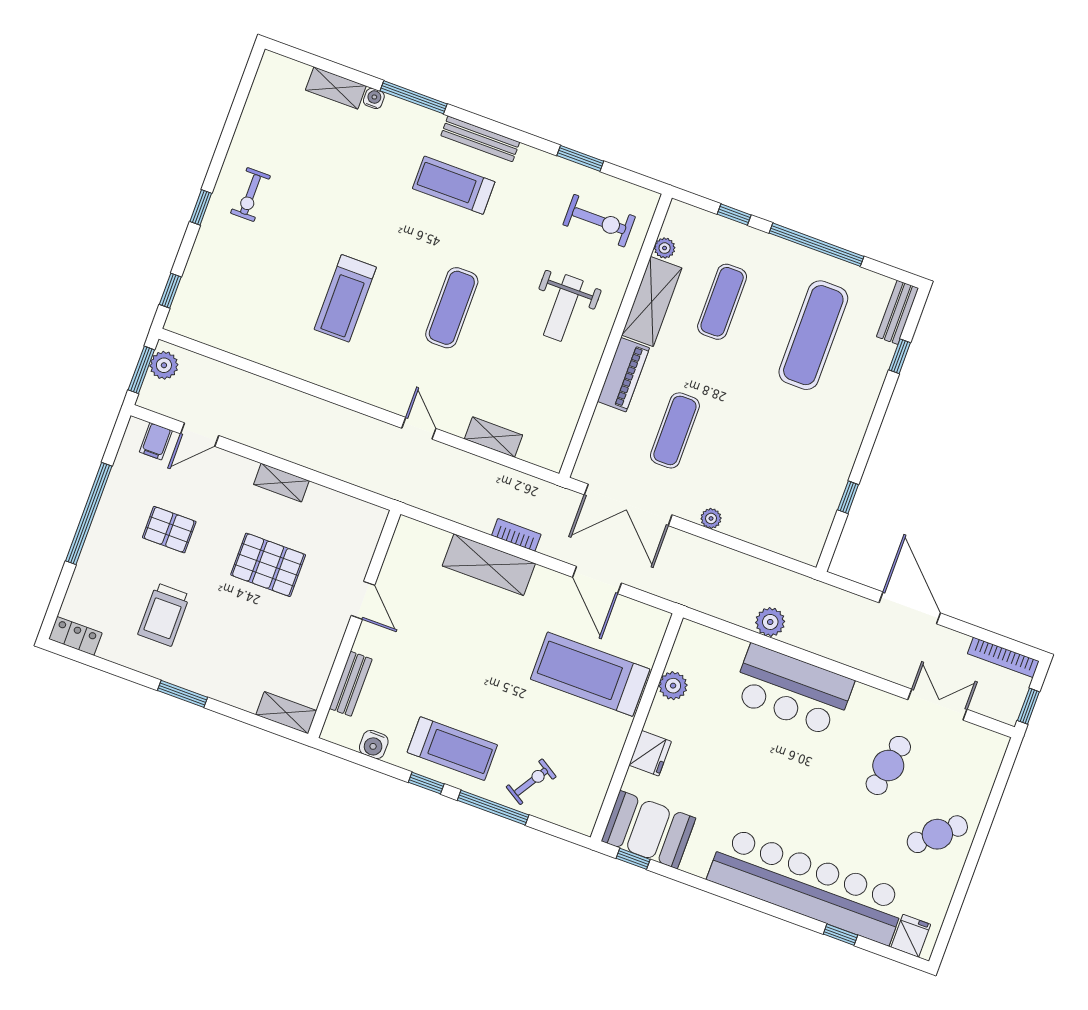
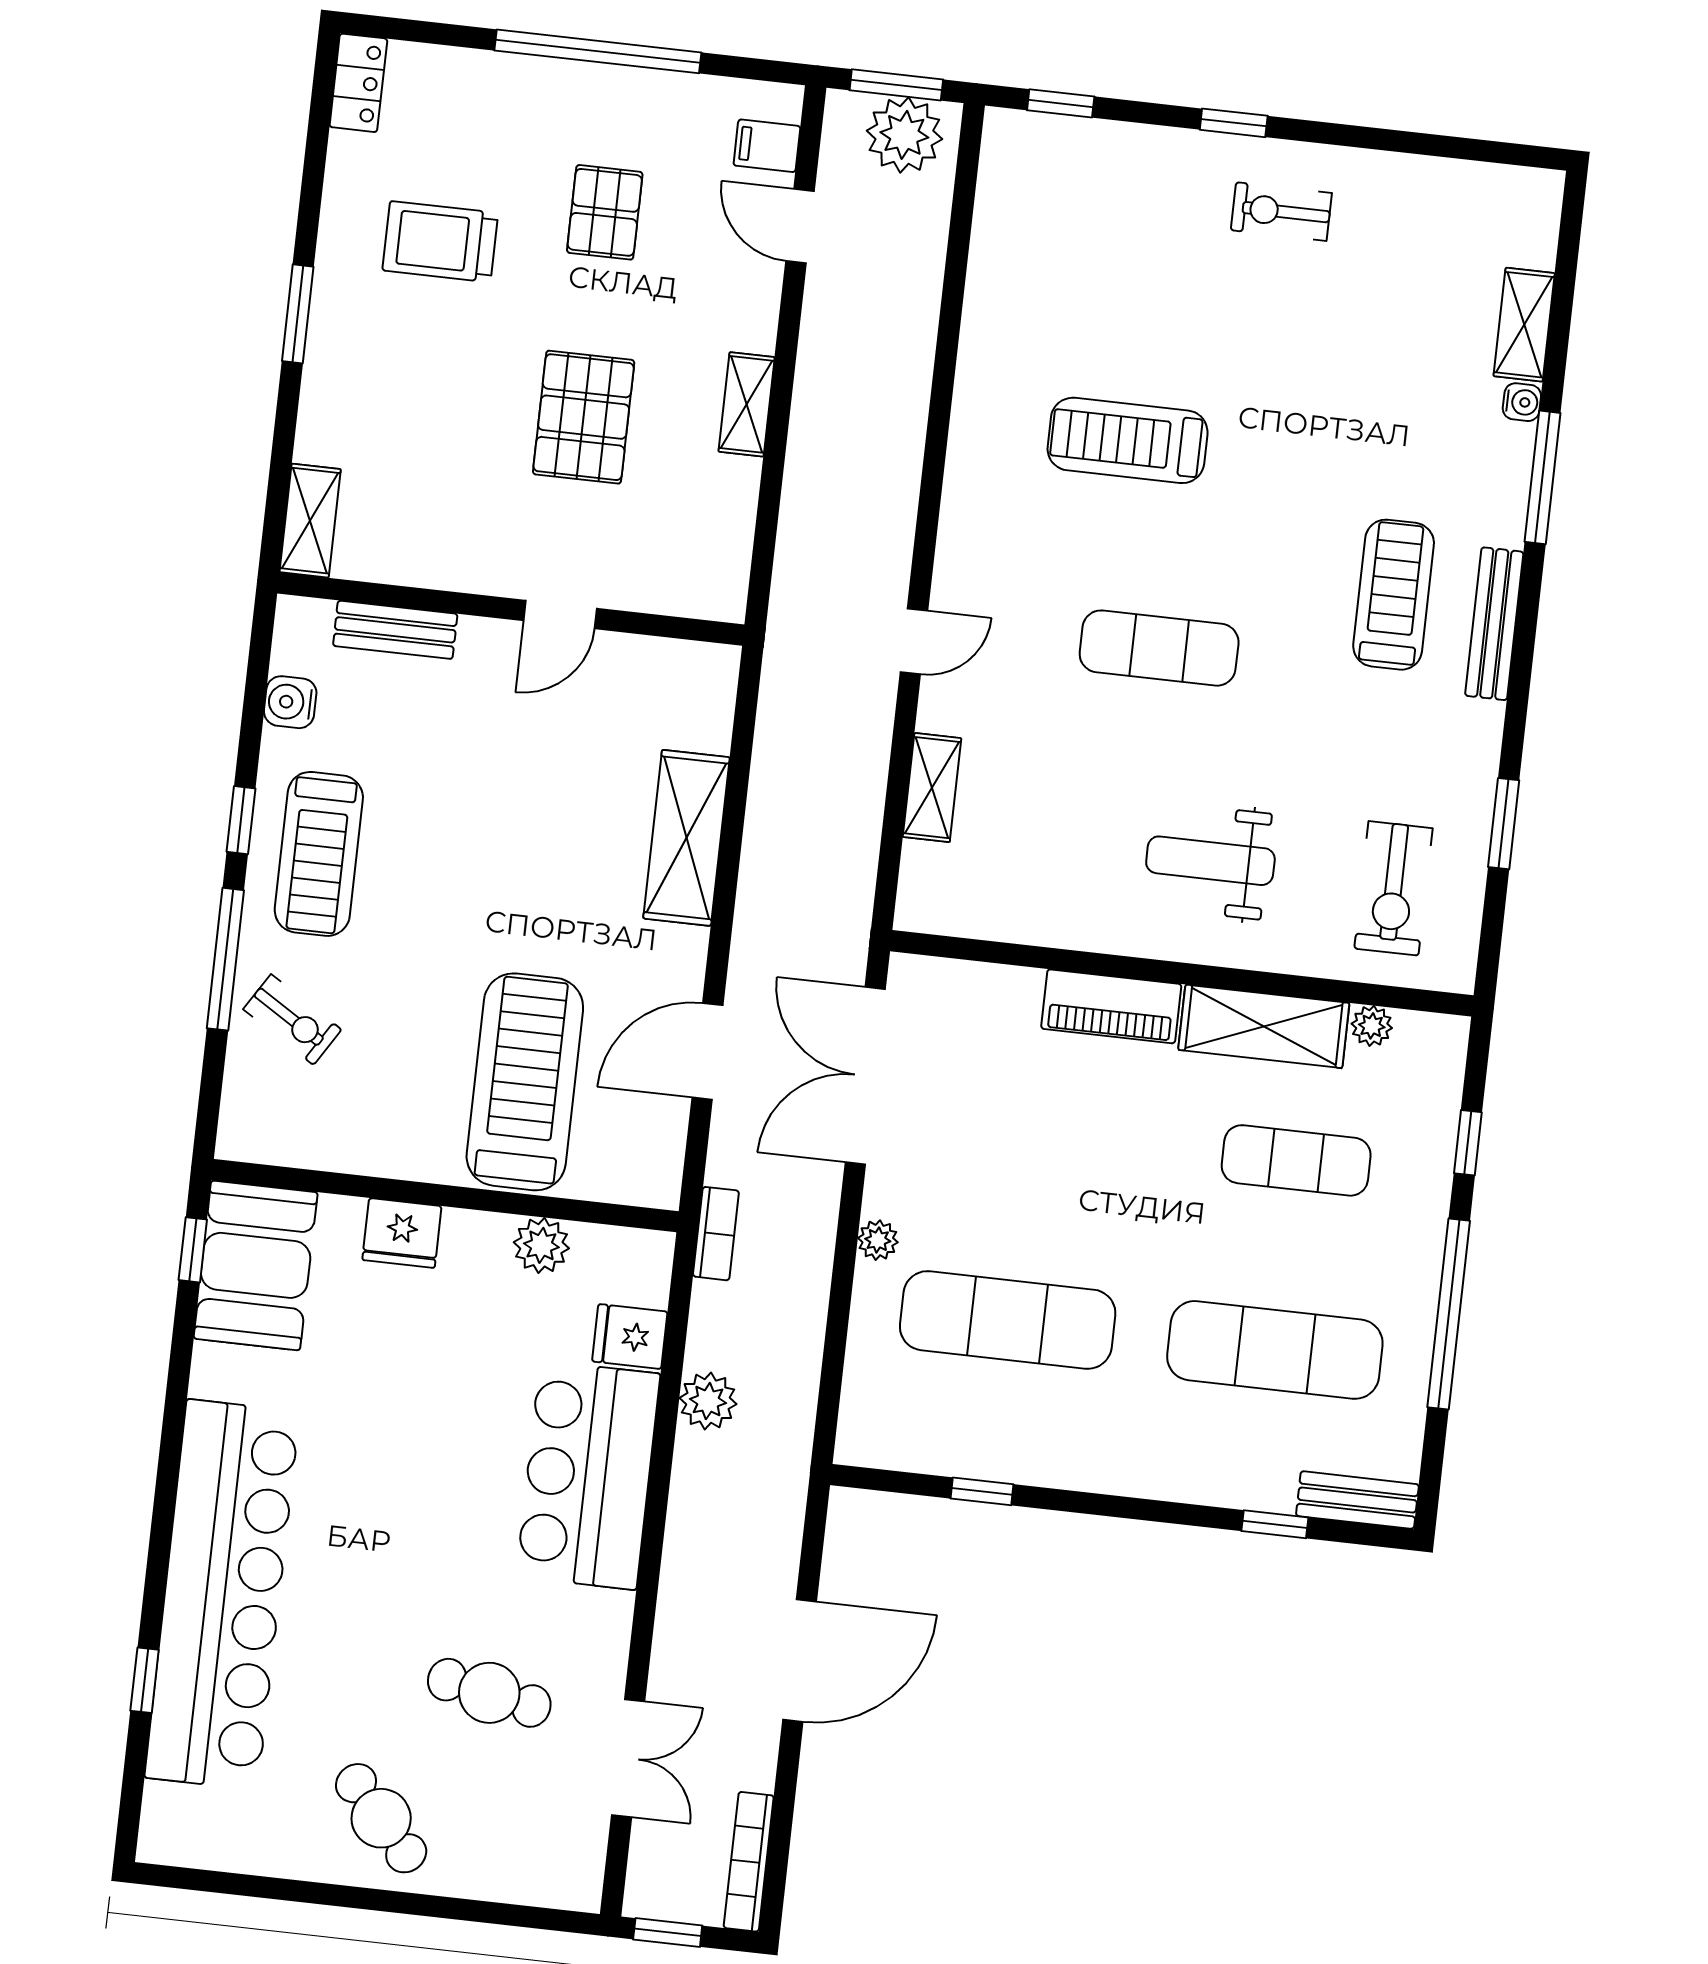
plant: (164, 365) -> (904, 135), width x1.36, depth x1.36
exercise mat: (675, 430) -> (1008, 1320), moved, width x1.36, depth x1.45
bookcase: (516, 535) -> (716, 1234), moved
fridge: (911, 936) -> (630, 1337), moved, turned 180

